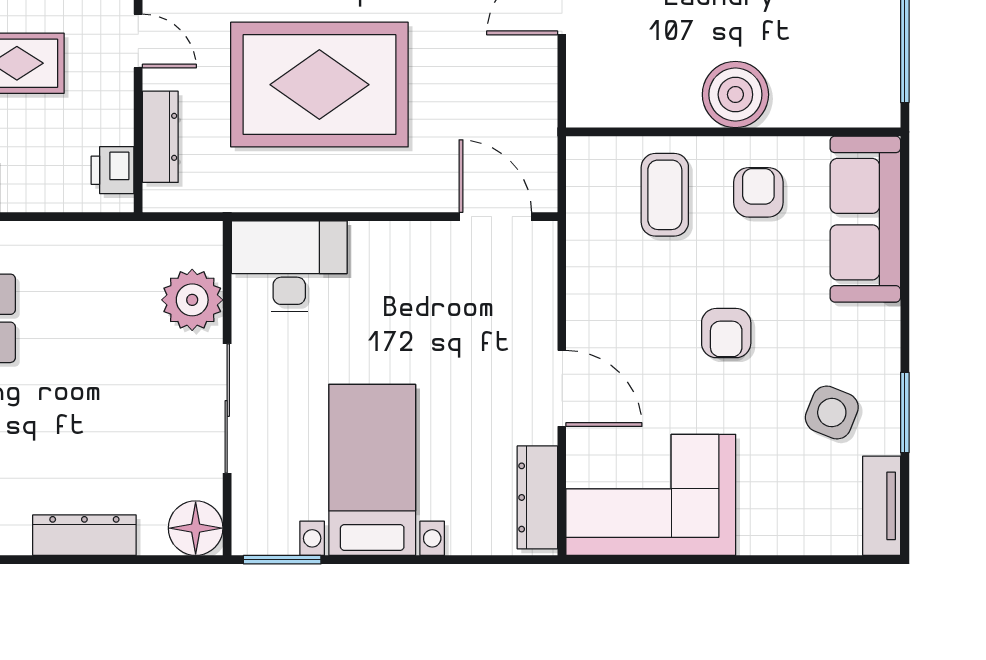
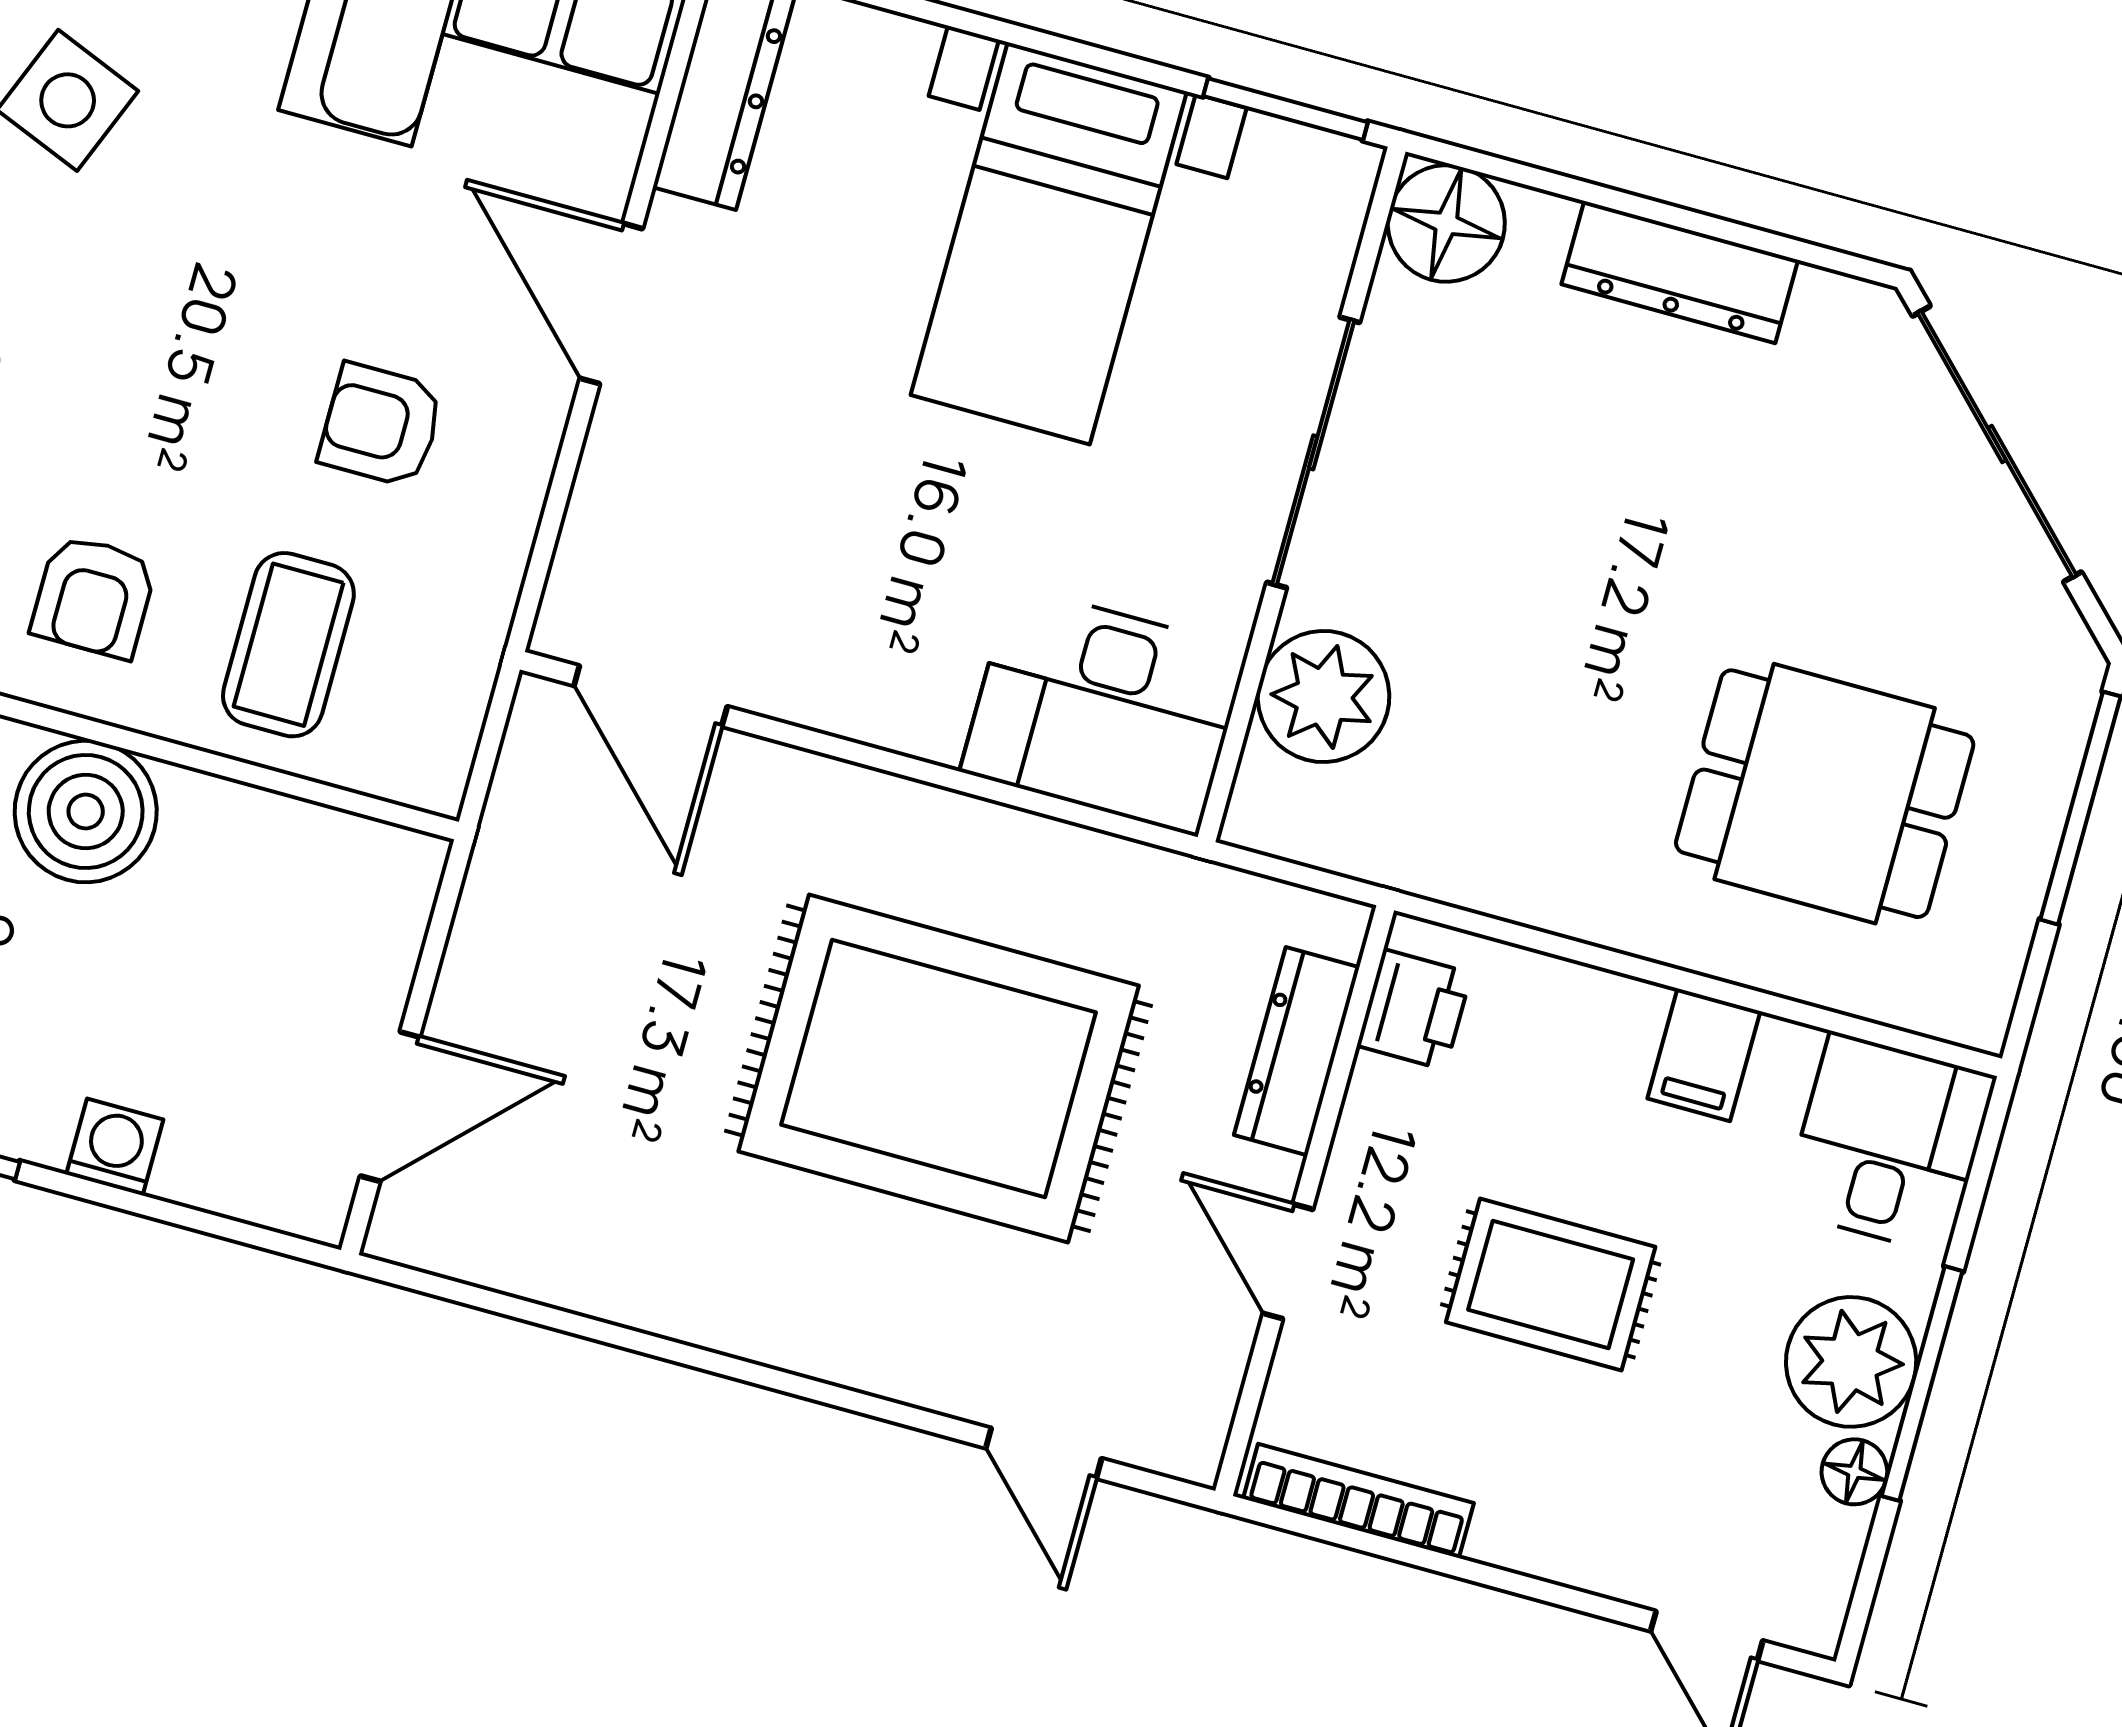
armchair: (726, 333) -> (381, 425), moved, turned -90

